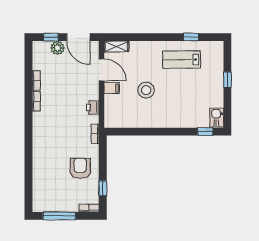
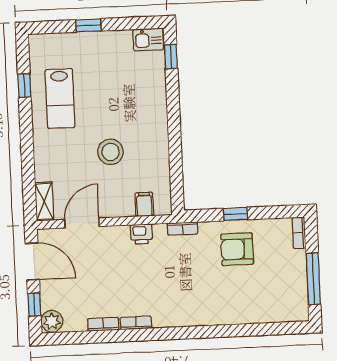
door: (78, 37) -> (32, 262), hinge flipped
plant: (57, 48) -> (52, 321), moved
filing cabinet: (112, 88) -> (144, 204), moved
window: (103, 188) -> (235, 214), moved

